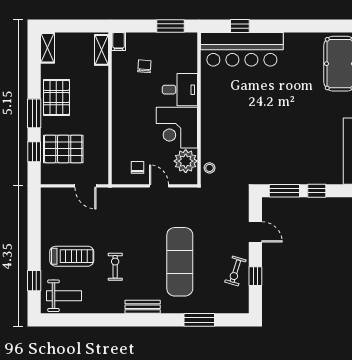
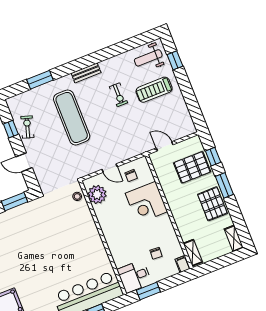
desk: (180, 90) -> (134, 276), moved
corner desk: (177, 128) -> (146, 202), moved, turned 180

